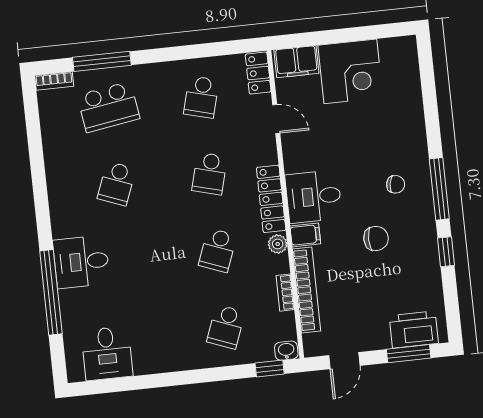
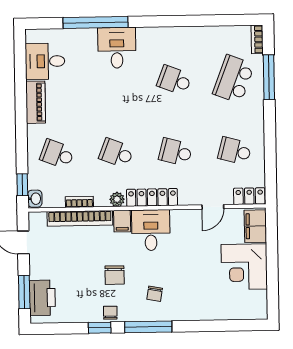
school desk: (108, 107) -> (234, 79), turned 30
chair: (425, 240) -> (110, 313), added
piano: (161, 361) -> (36, 102), added

